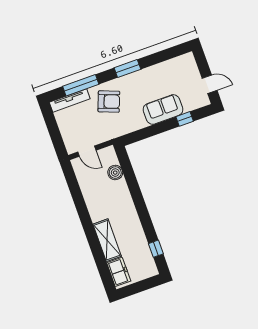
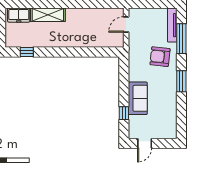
armchair: (109, 102) -> (160, 57), turned 75
boiler: (115, 173) -> (100, 41), removed

